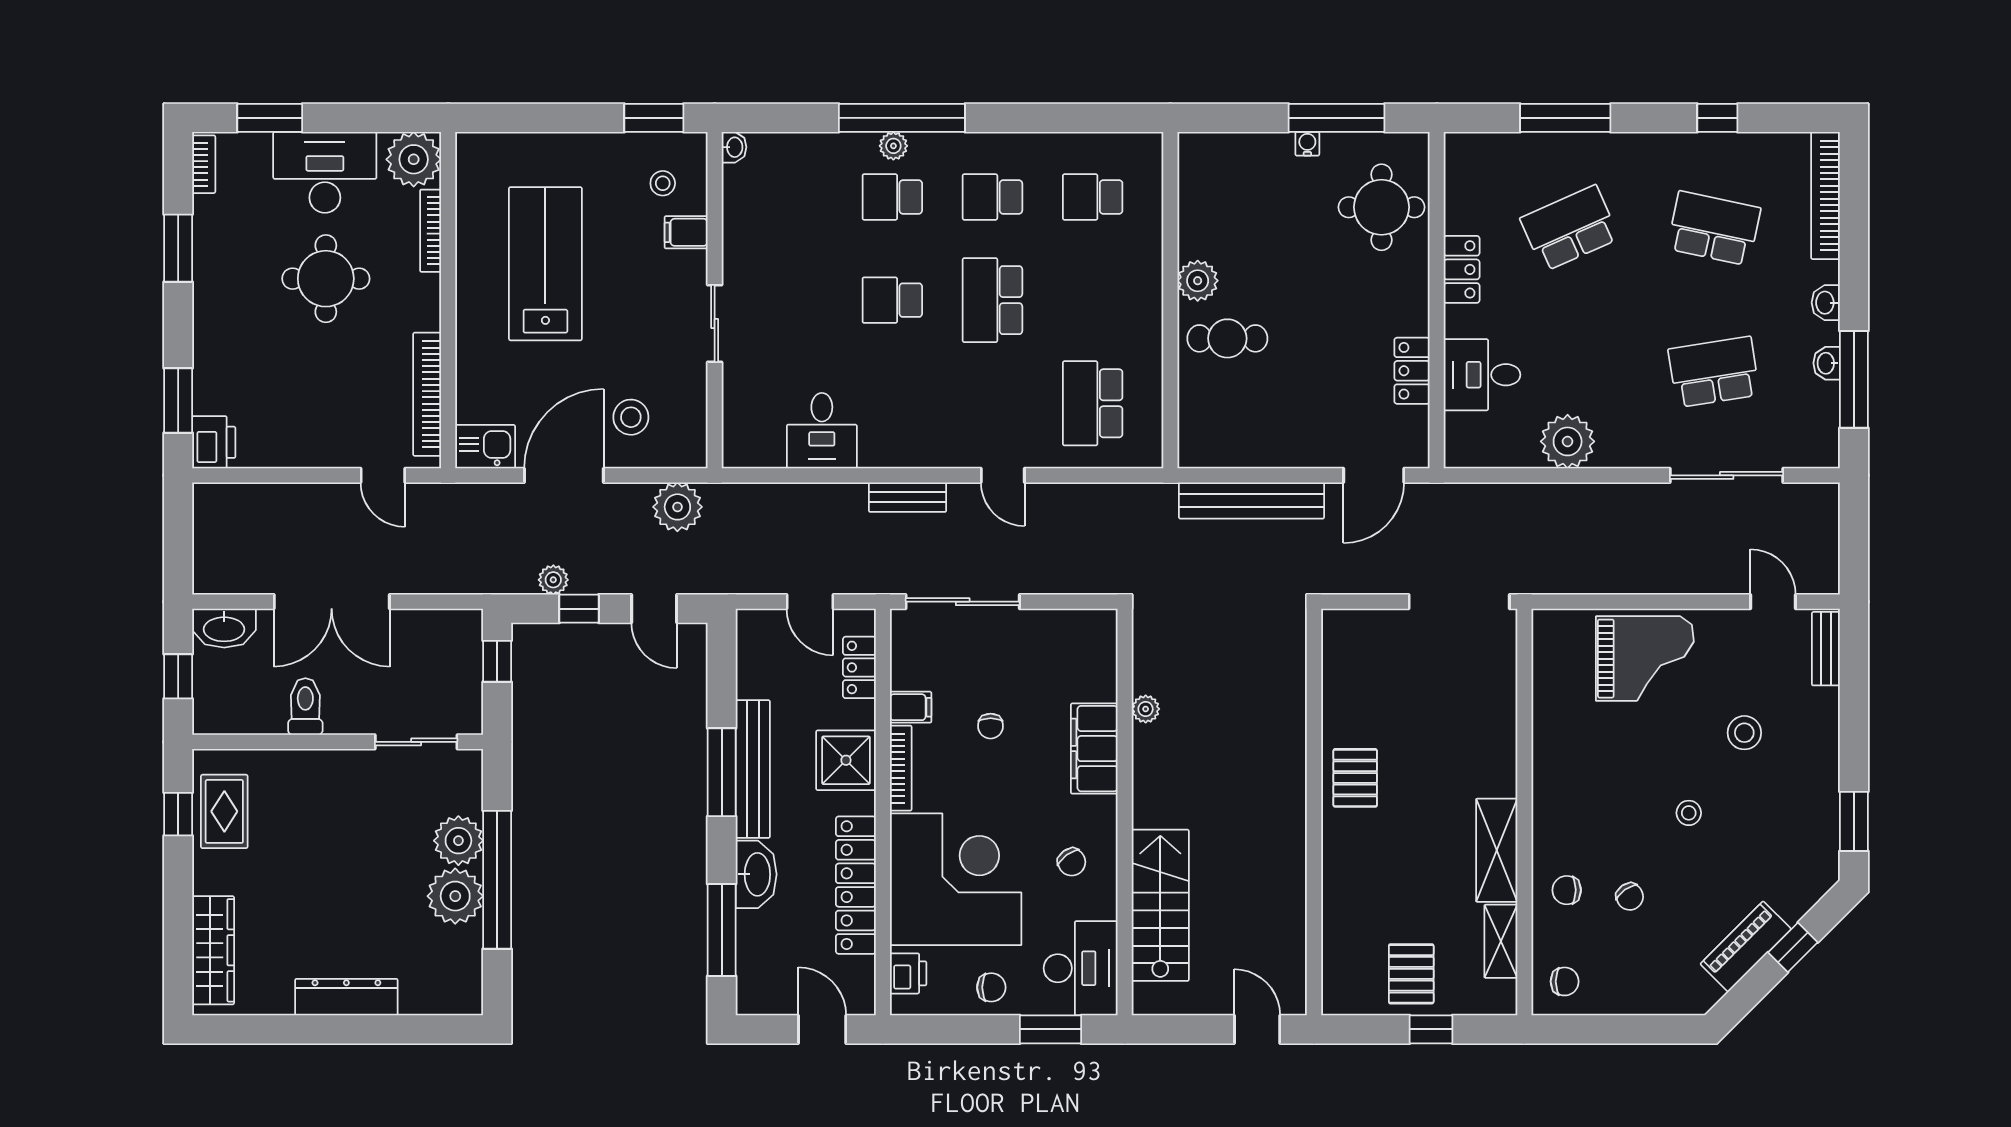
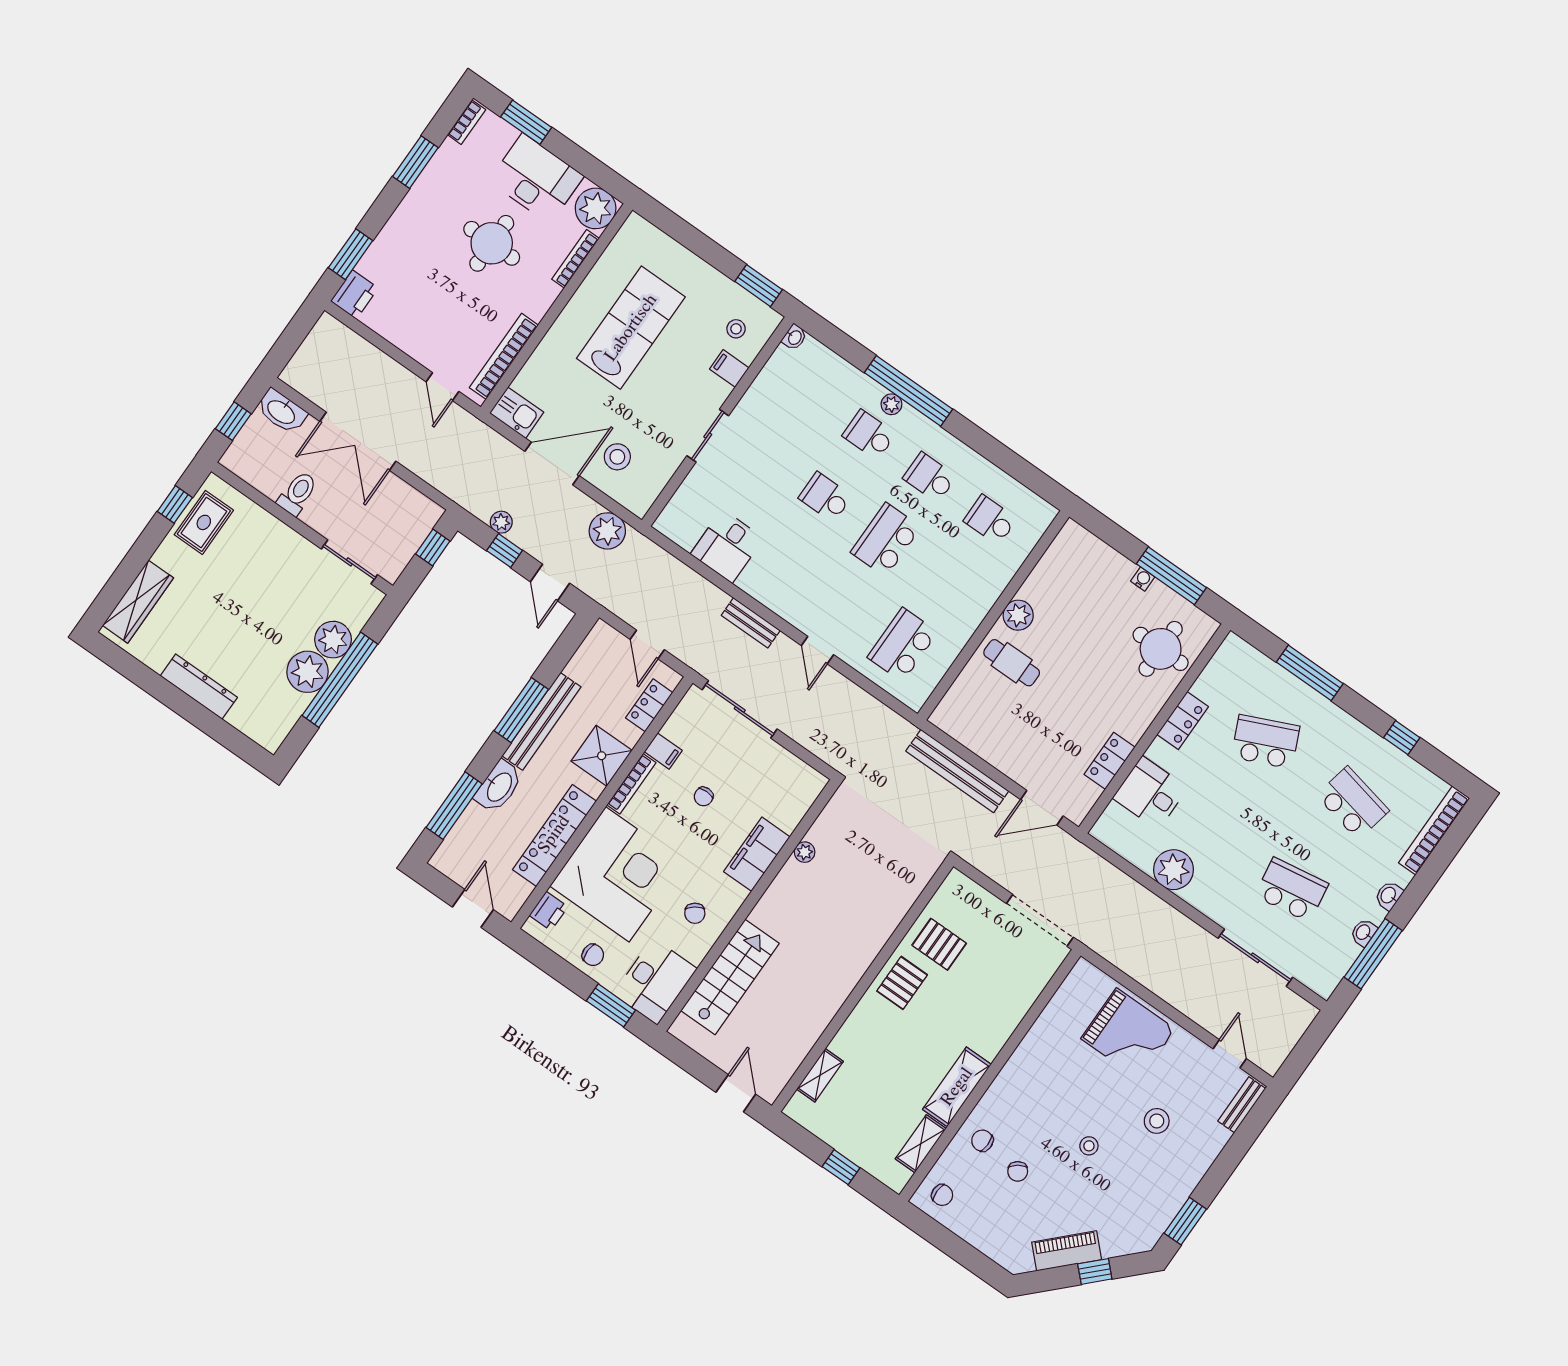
shelving: (1336, 944) -> (820, 1075), added
pallet: (1411, 974) -> (939, 944), moved, turned 90

